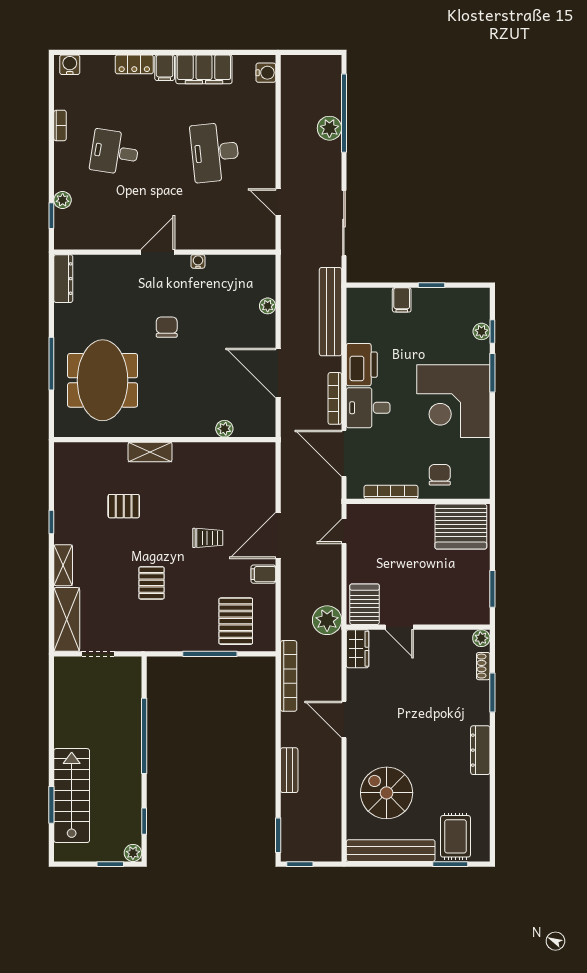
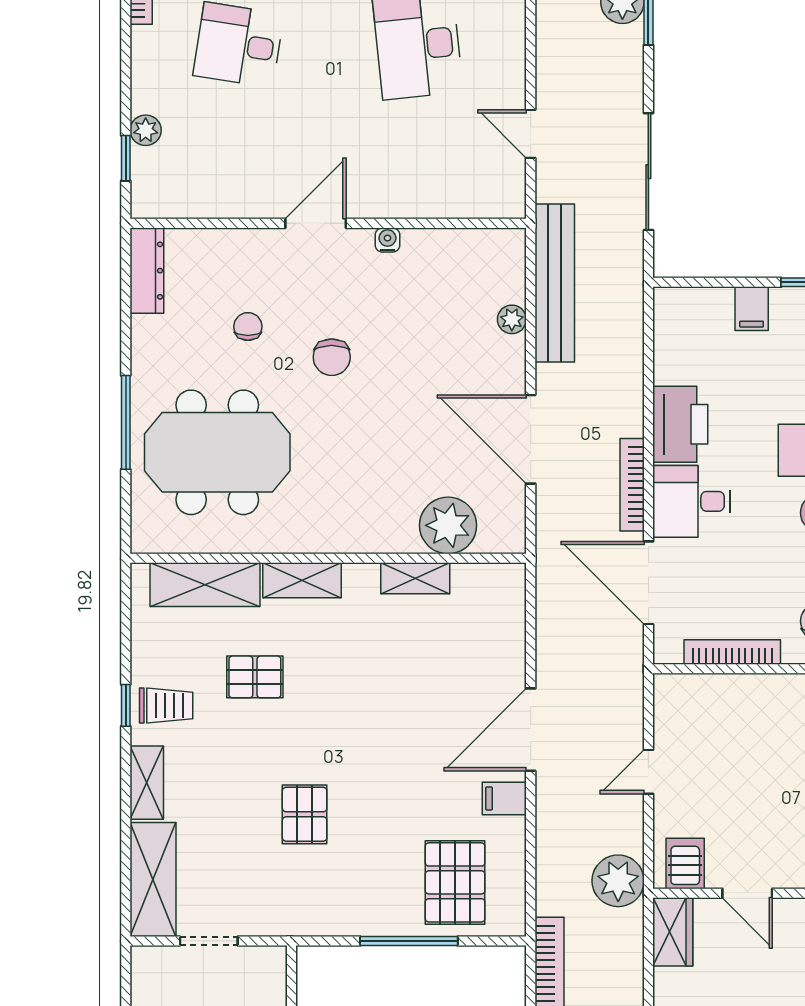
chair: (120, 310) -> (248, 327), added
bench: (331, 312) -> (555, 283), moved
chair: (167, 327) -> (332, 357), turned 180
meeting table: (103, 380) -> (217, 452), turned 90
plant: (224, 429) -> (448, 525), width x1.88, depth x1.88
shelving: (213, 451) -> (415, 578), added
shelving: (96, 454) -> (205, 585), added
door: (344, 531) -> (648, 772), moved
trolley: (208, 538) -> (166, 706), moved
server rack: (365, 604) -> (685, 863), width x0.73, depth x0.70

